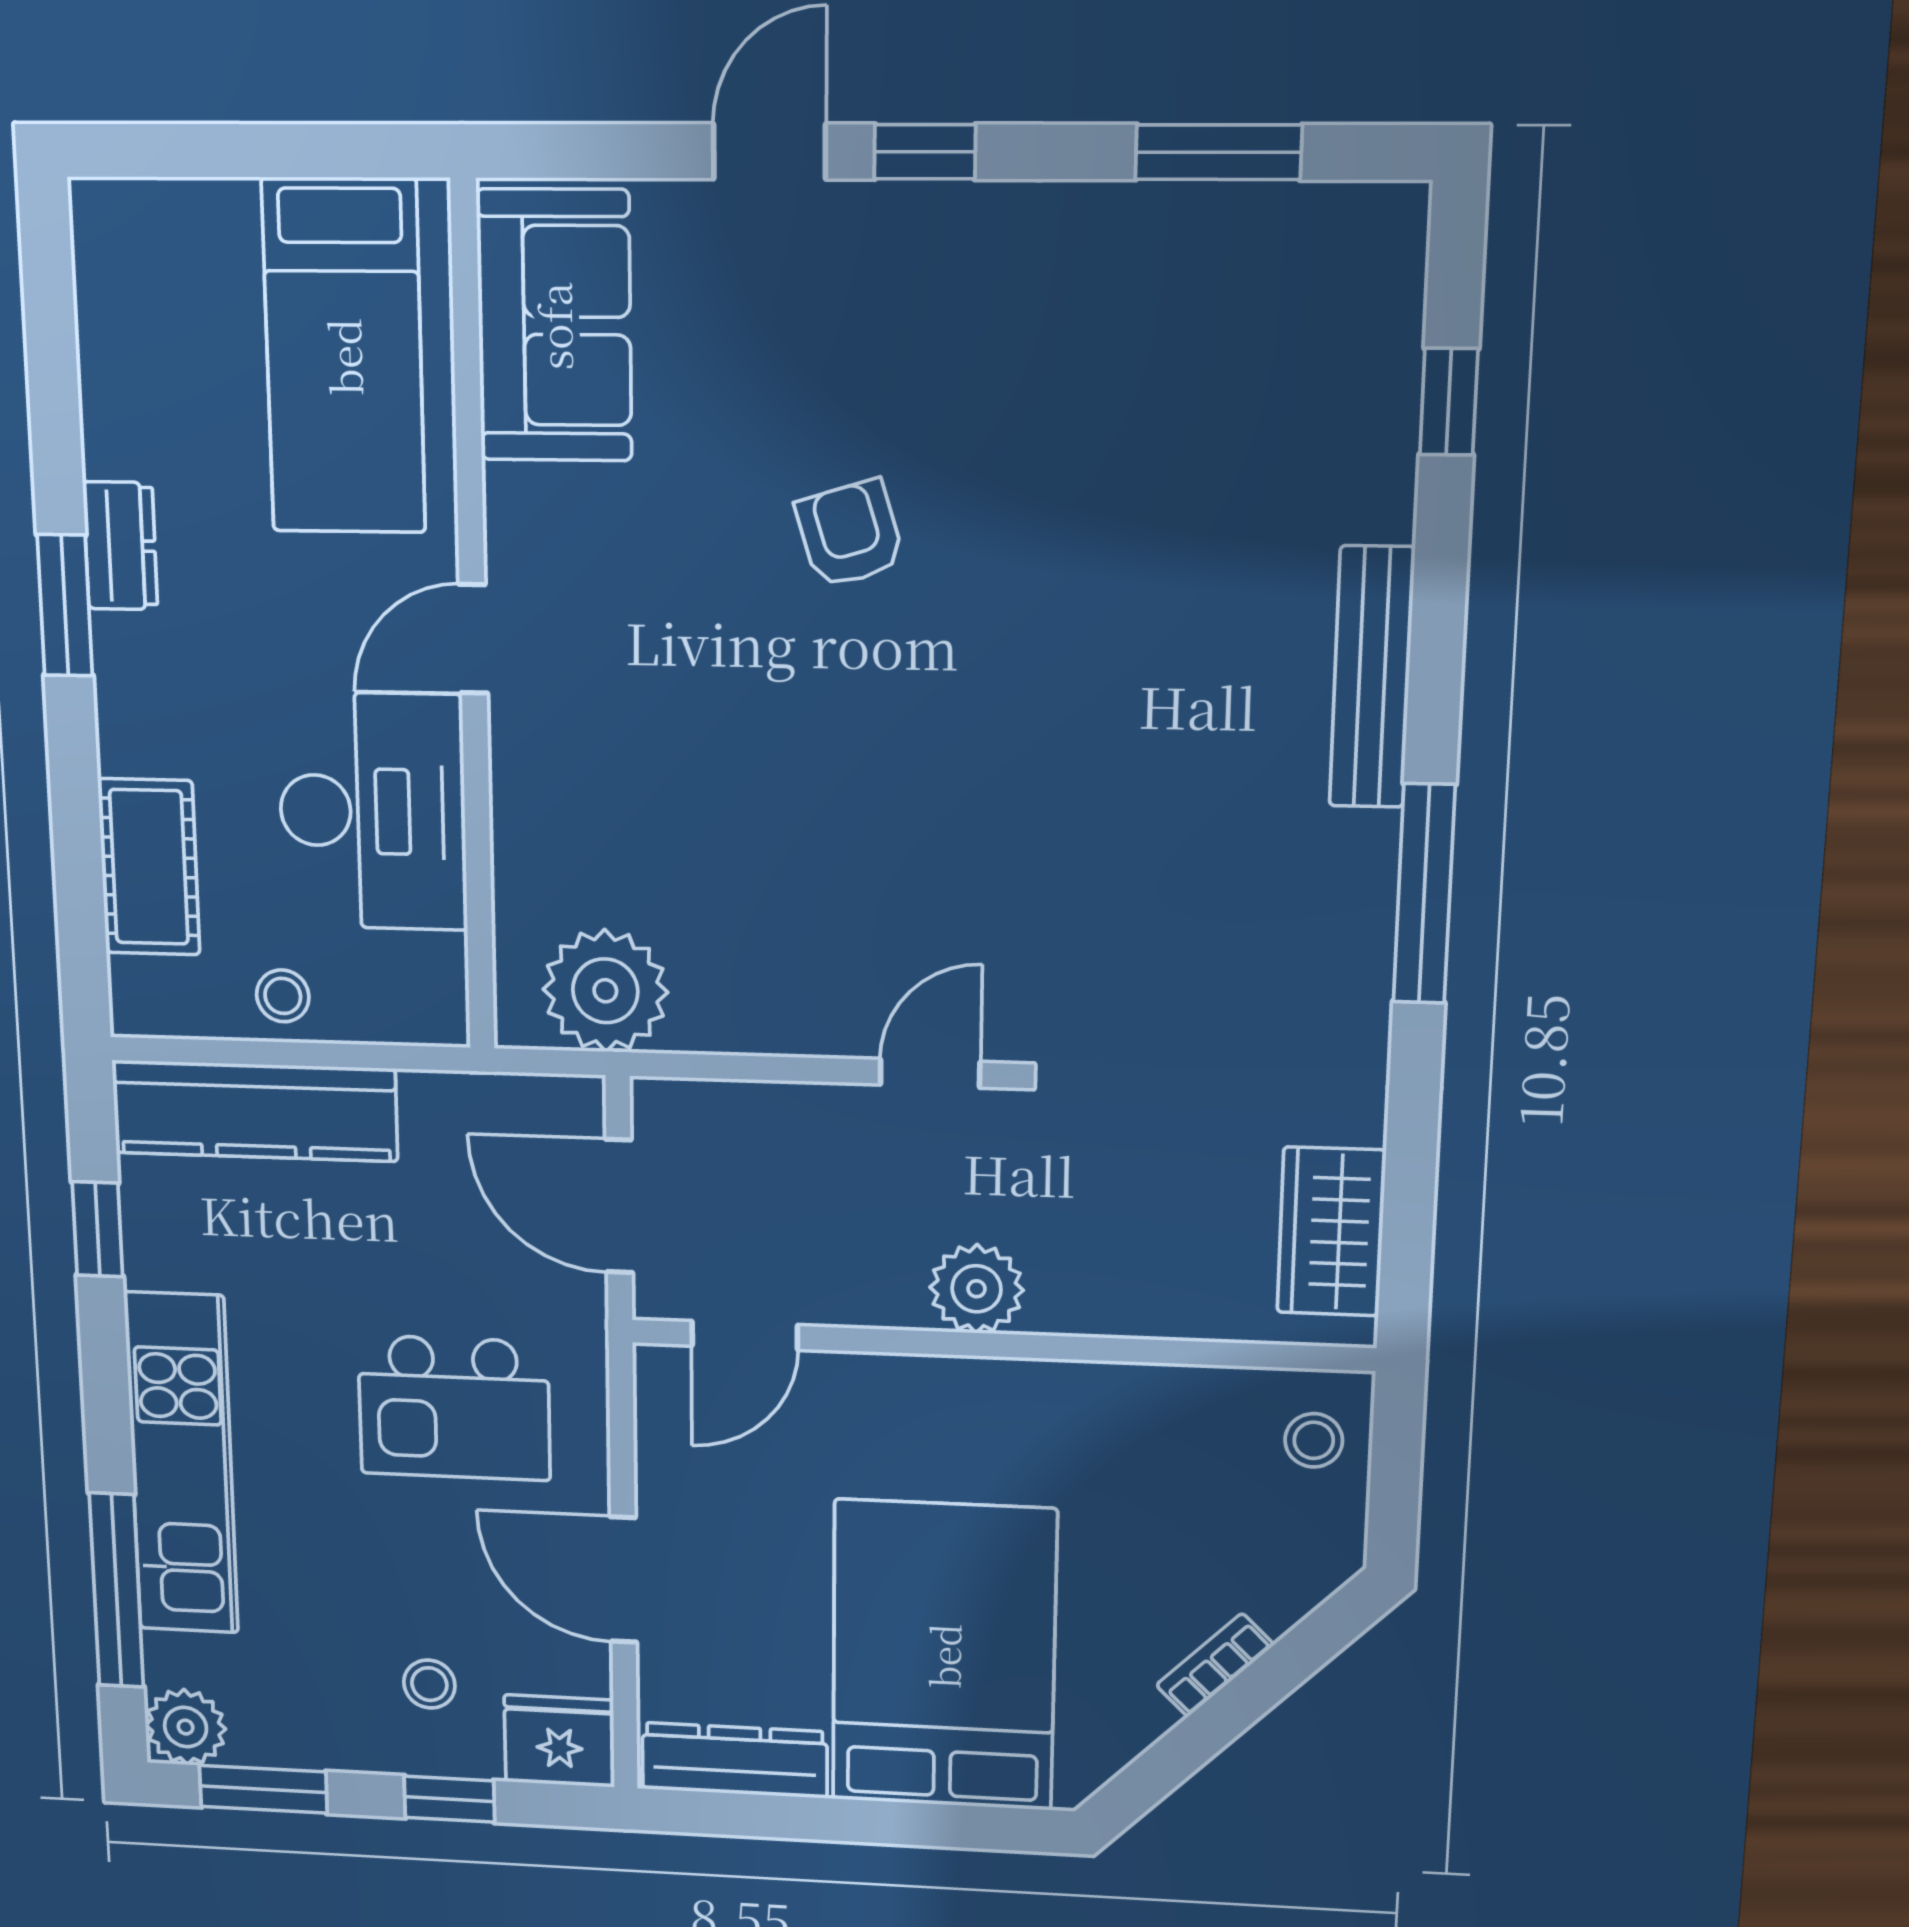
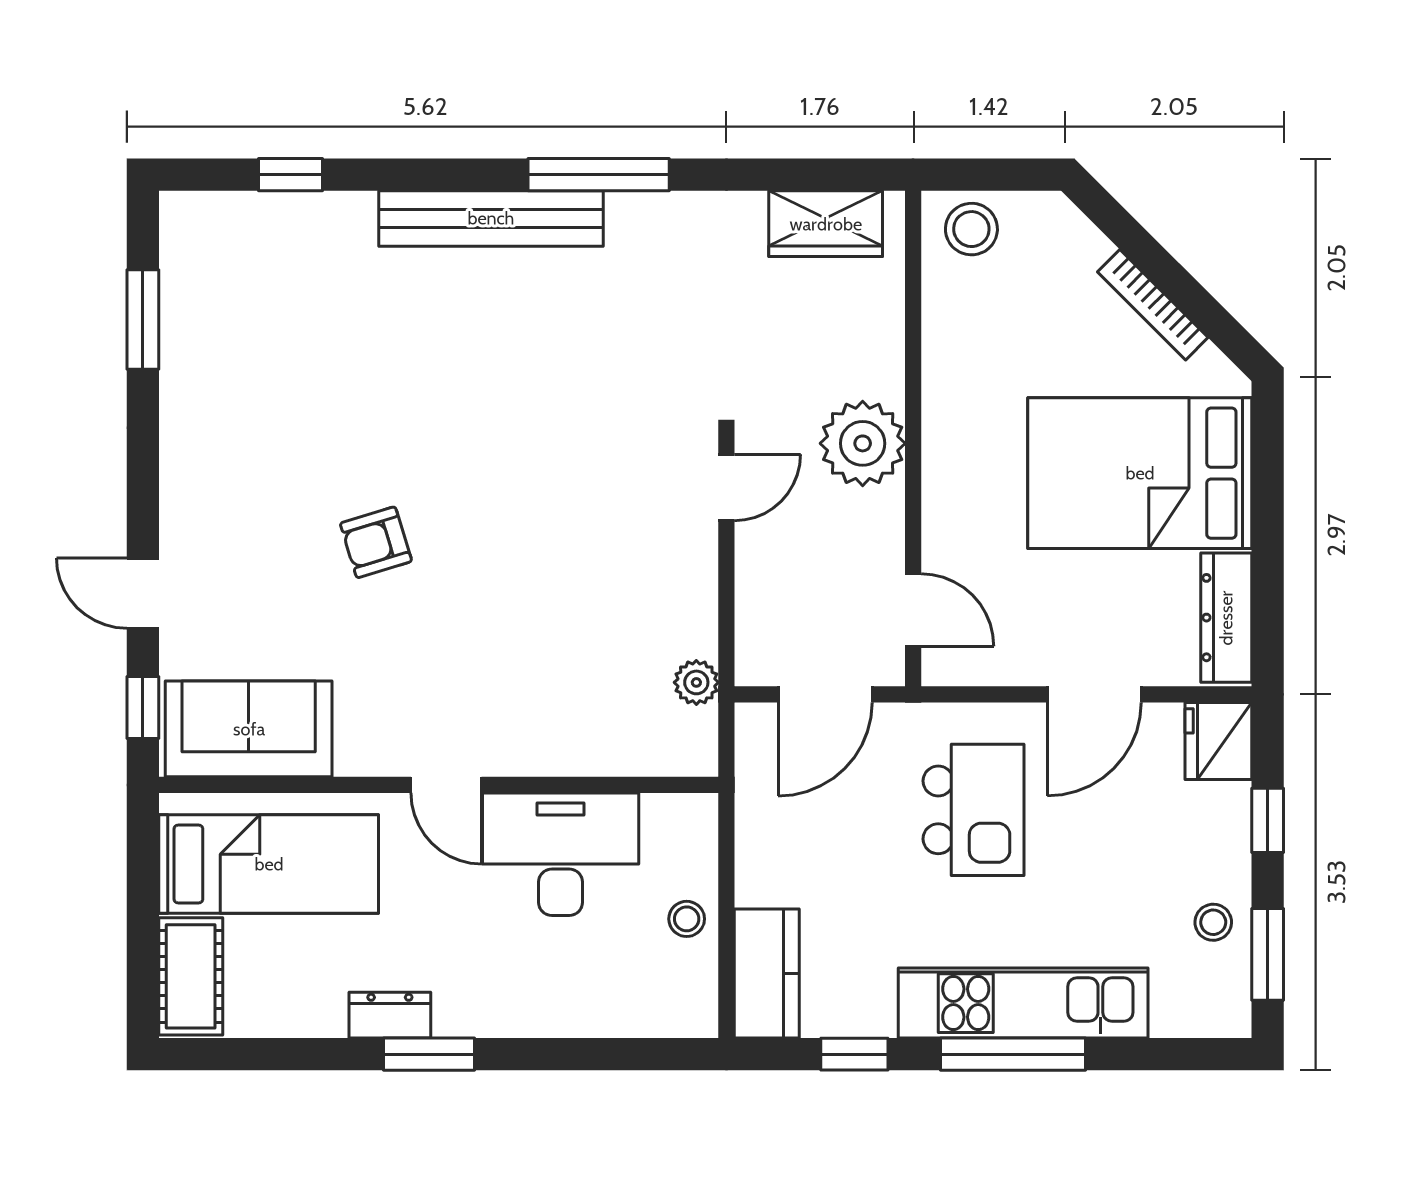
window: (925, 152) -> (143, 707), moved
bench: (1372, 677) -> (491, 218), width x1.37, depth x1.21
cot: (149, 867) -> (191, 976), moved, turned 90
plant: (605, 991) -> (696, 682), width x0.53, depth x0.53
door: (930, 1073) -> (726, 487), swing flipped
kitchen counter: (255, 1111) -> (767, 974), width x0.67
plant: (977, 1289) -> (863, 443), width x1.36, depth x1.36
stool: (1314, 1440) -> (971, 229), width x1.37, depth x1.37
window: (116, 1590) -> (1013, 1054), moved
bookcase: (1215, 1665) -> (1153, 305), width x1.56
stool: (429, 1684) -> (1213, 922), moved
plant: (186, 1727) -> (1222, 1009), removed

